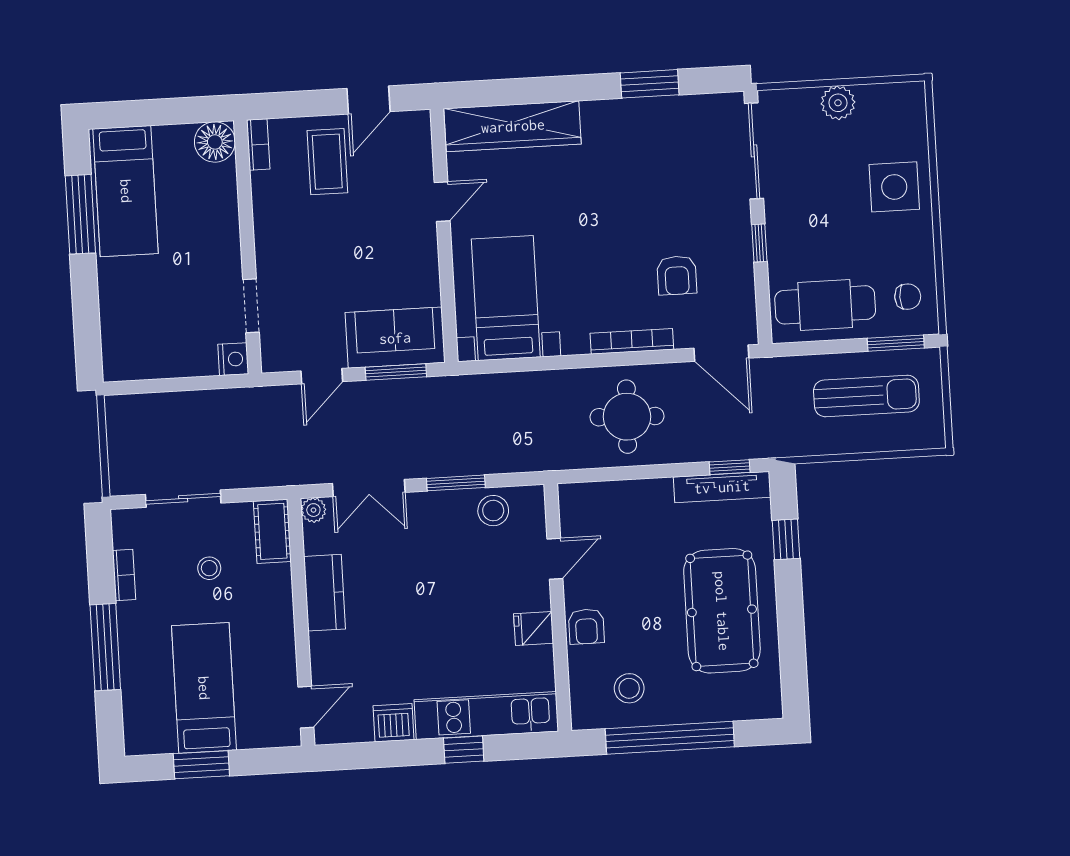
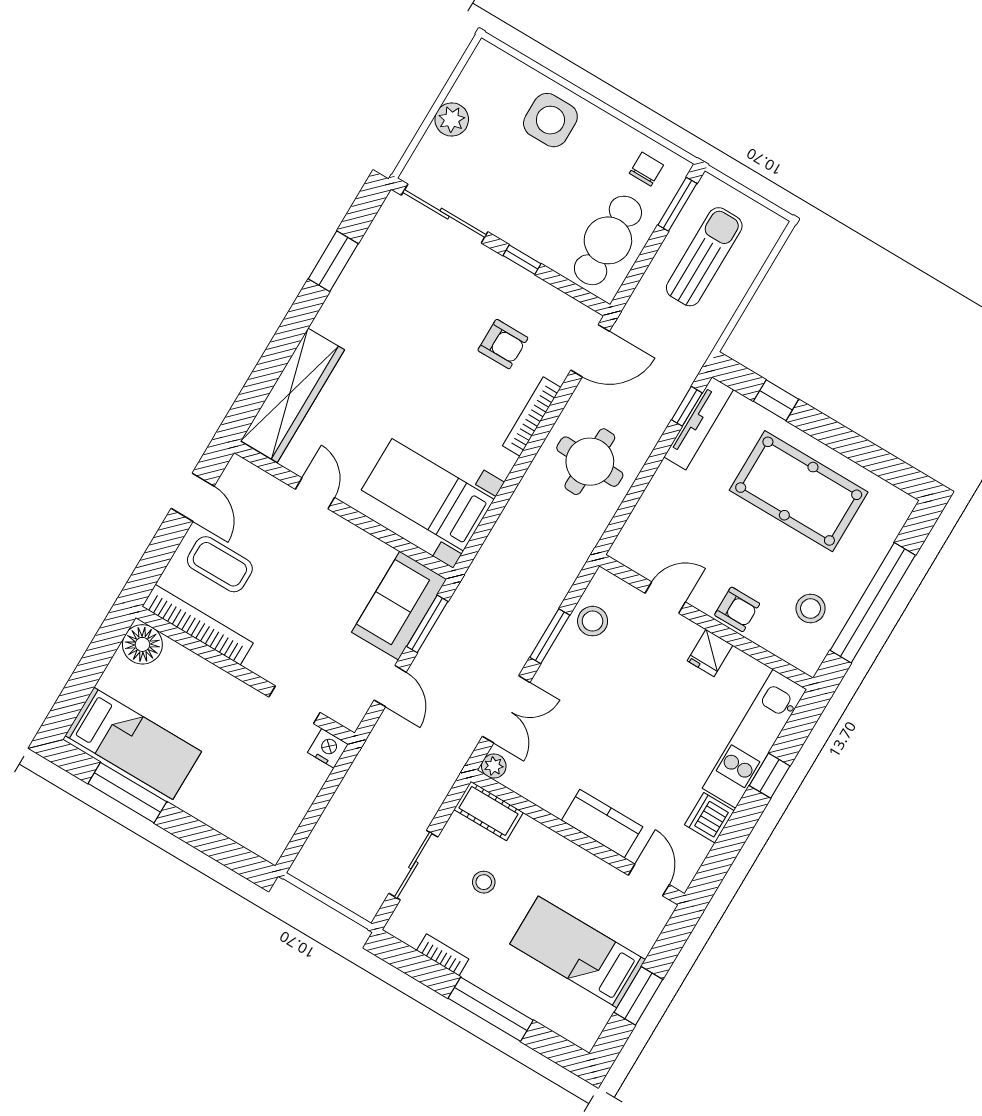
bookcase: (258, 144) -> (198, 625), width x2.31, depth x1.31
door: (555, 559) -> (665, 598), hinge flipped
kitchen counter: (324, 593) -> (602, 824), moved

